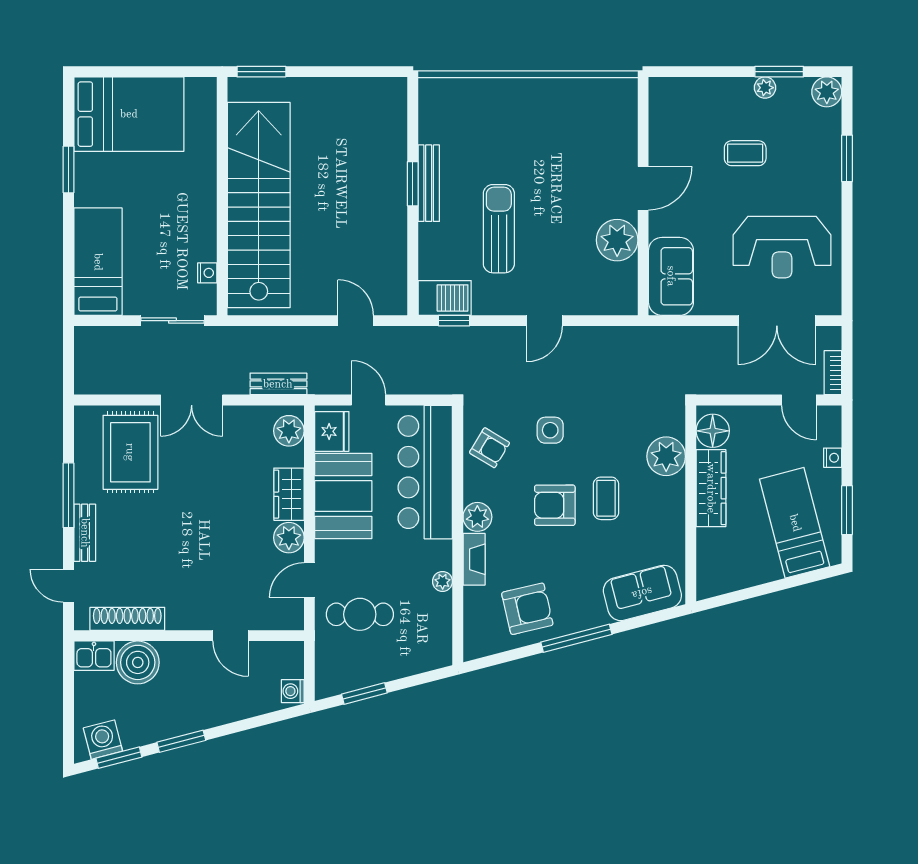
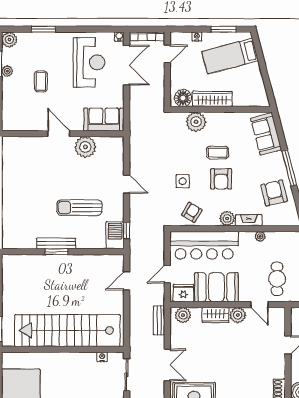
water cooler: (833, 306) -> (119, 37), added
bookcase: (833, 373) -> (147, 36), width x1.56

